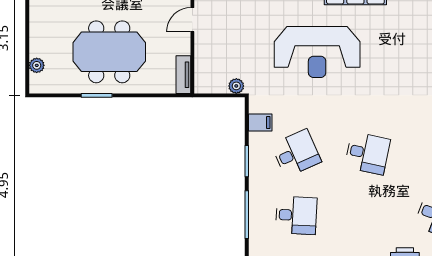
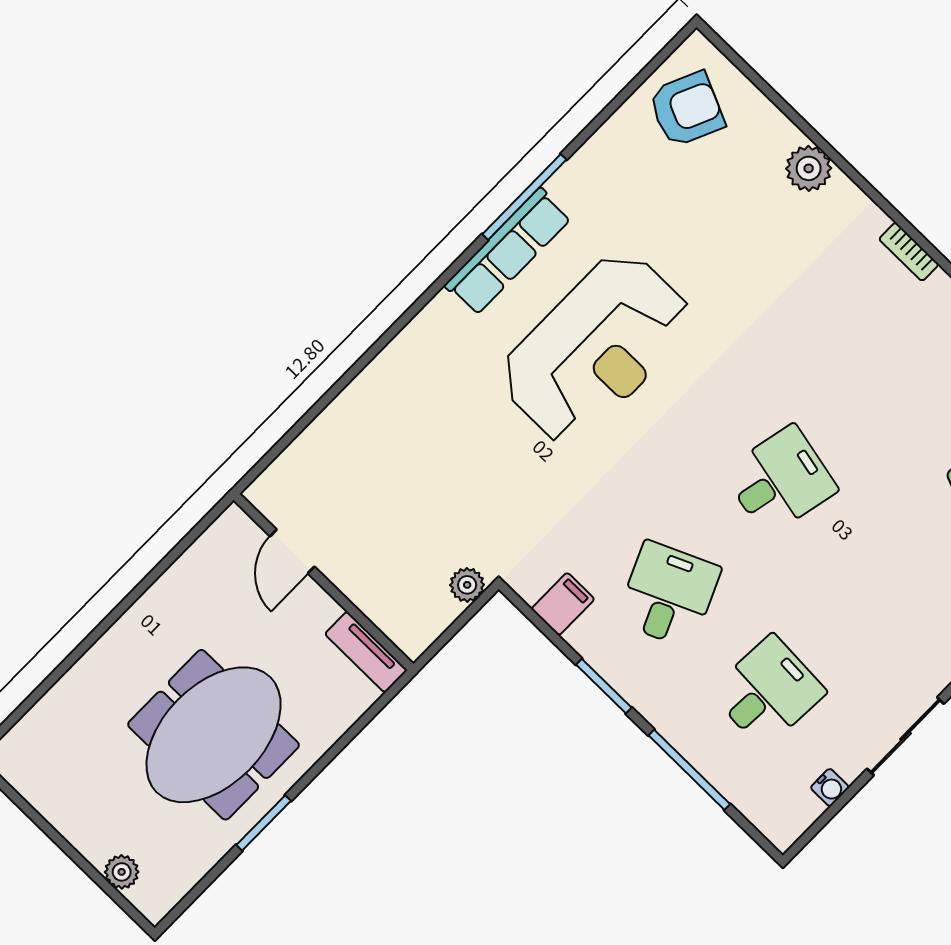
reception desk: (317, 52) -> (596, 348), moved

